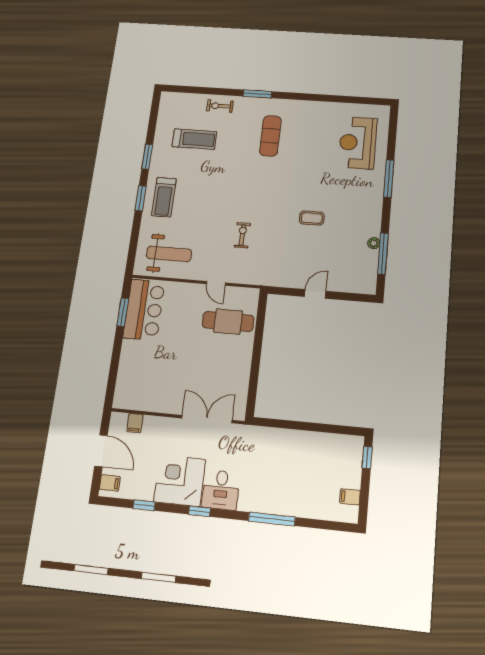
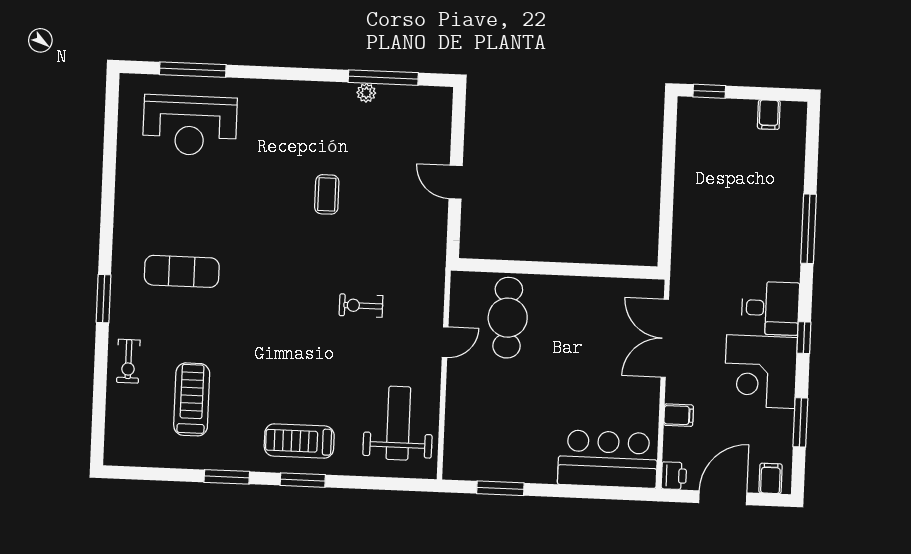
window: (389, 179) -> (193, 70), moved
treadmill: (164, 197) -> (299, 441), turned 180
bar counter: (144, 310) -> (608, 459), moved
printer: (119, 420) -> (674, 476), added
filing cabinet: (135, 423) -> (679, 415), moved
window: (144, 505) -> (800, 422), width x1.50

